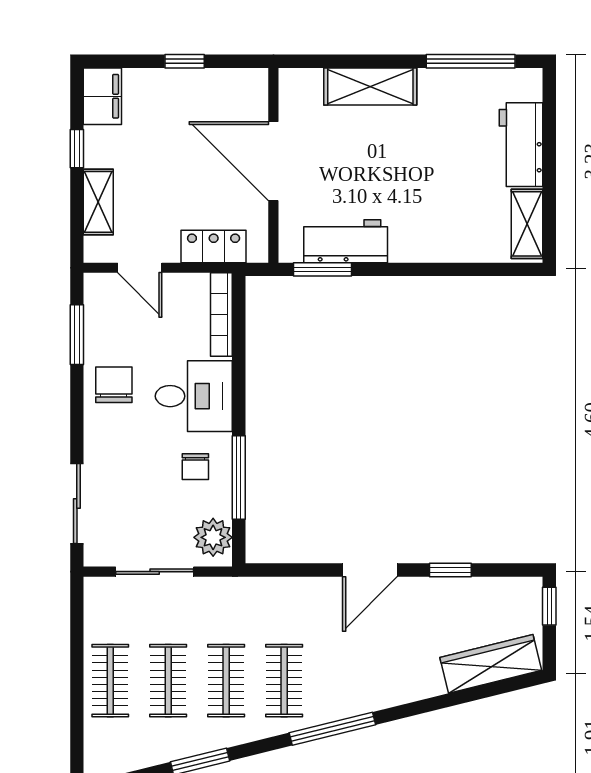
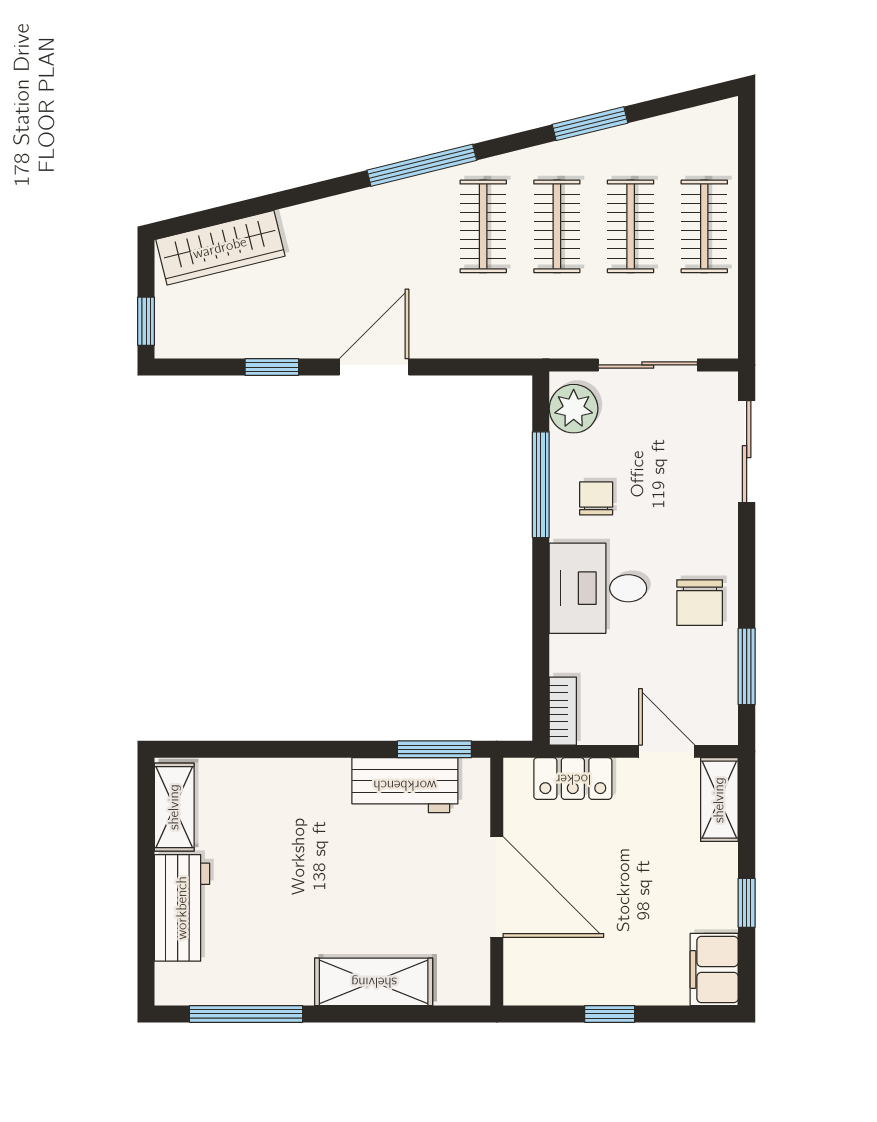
shelving: (98, 202) -> (719, 800), moved
bookcase: (221, 315) -> (563, 711), width x0.64

